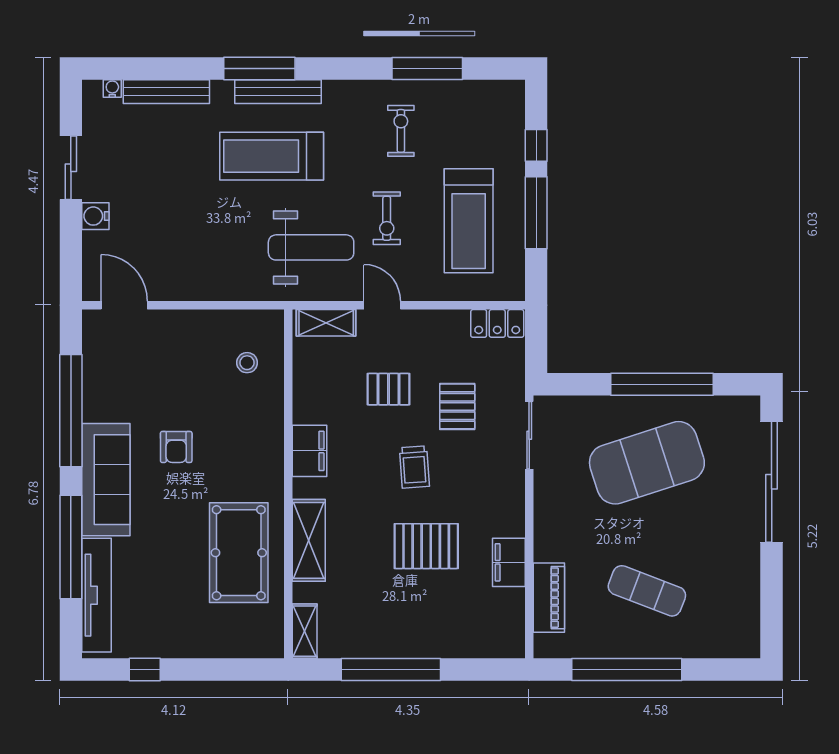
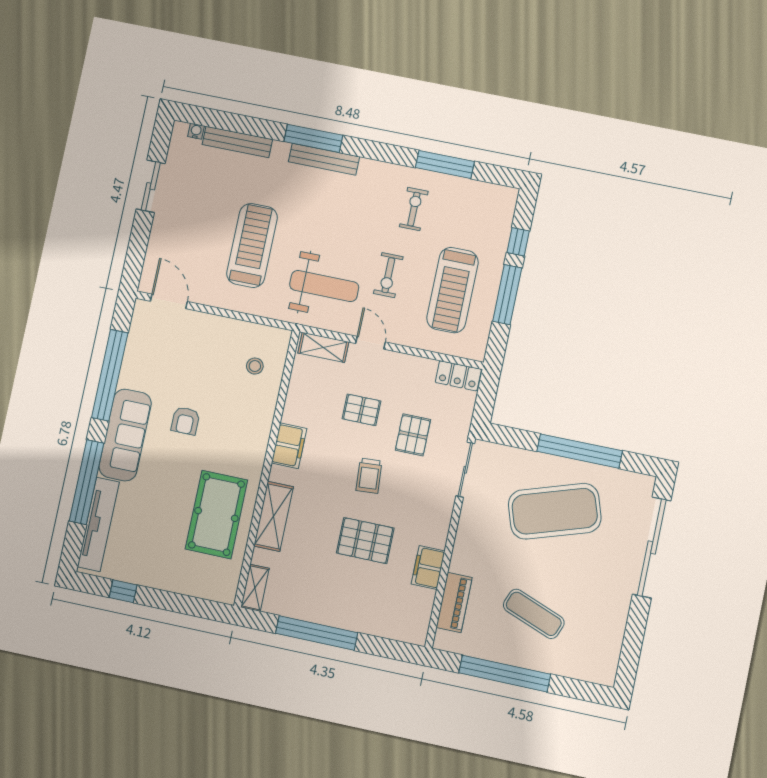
treadmill: (272, 156) -> (252, 245), moved, turned 90
water cooler: (95, 216) -> (162, 227), removed

